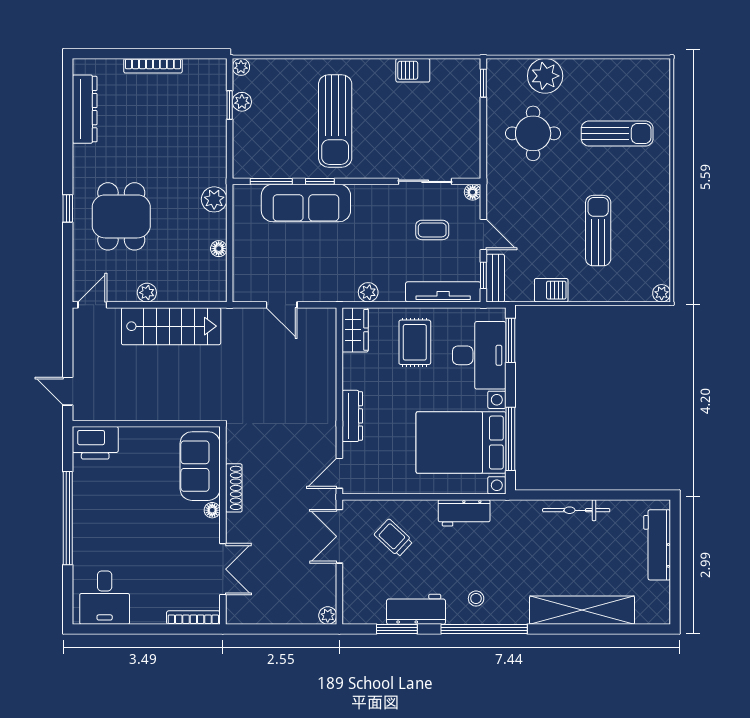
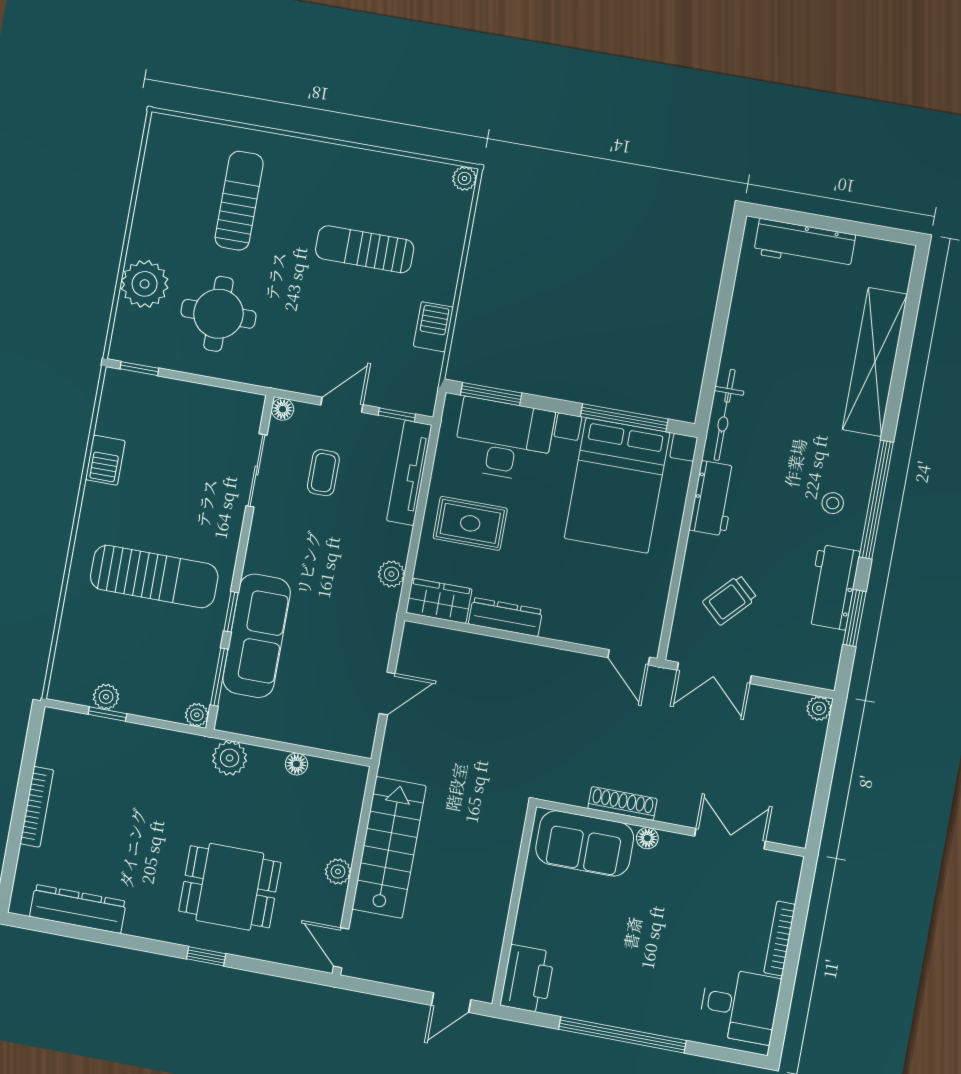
plant: (241, 67) -> (197, 715), moved
bench: (495, 278) -> (403, 399), removed
dresser: (352, 416) -> (505, 617), moved
bicycle: (576, 510) -> (725, 415), moved
bookcase: (193, 618) -> (780, 939), moved

